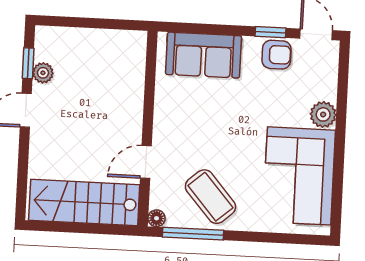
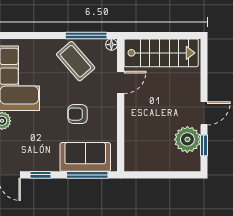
window: (202, 29) -> (87, 175), added
armchair: (277, 55) -> (78, 114), moved
plant: (43, 73) -> (187, 139), width x1.87, depth x1.87

